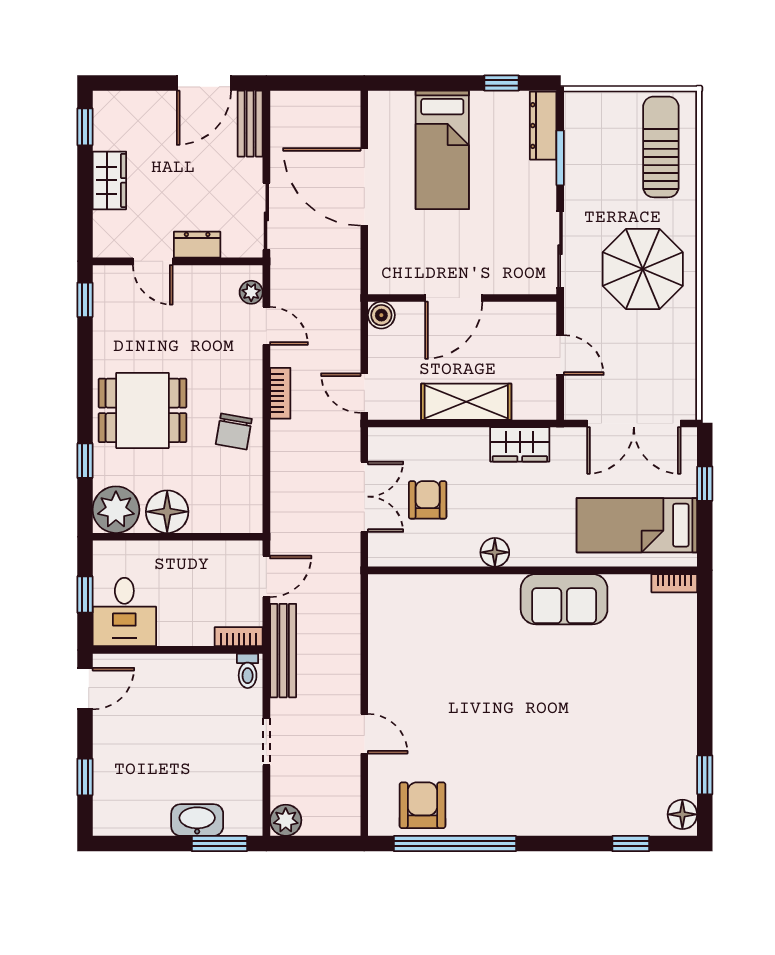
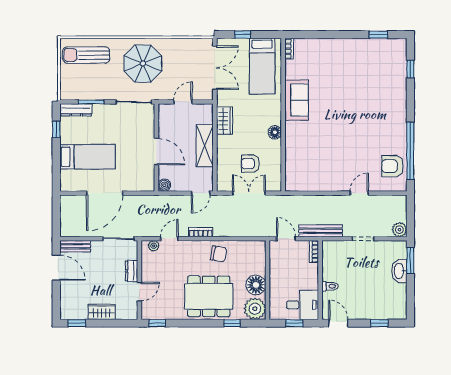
dining table: (143, 410) -> (209, 296), width x1.37
toilet: (248, 671) -> (330, 286), moved
floor lamp: (682, 814) -> (397, 45), removed

